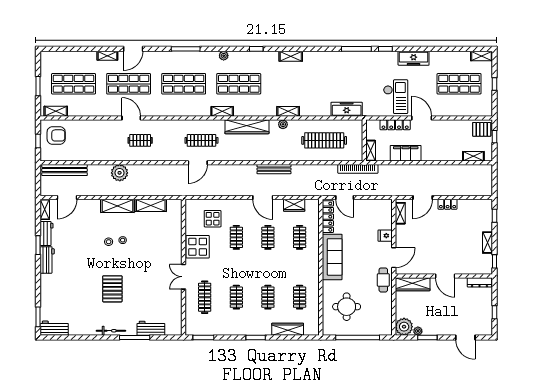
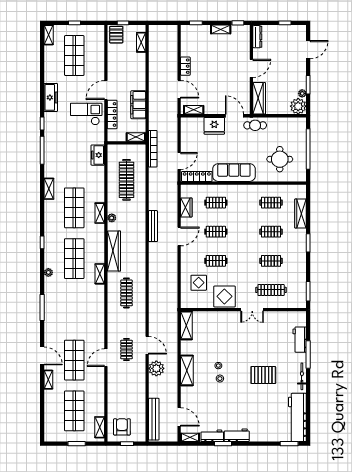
shelving: (291, 56) -> (49, 189), moved
shop shelf: (184, 84) -> (74, 208), moved
freezer: (347, 109) -> (98, 155), width x0.71
door: (198, 163) -> (147, 345), moved
shelving: (151, 205) -> (186, 325), moved
fridge: (385, 236) -> (214, 126), width x1.88, depth x1.34
workbench: (54, 328) -> (297, 417), width x1.88, depth x1.32

